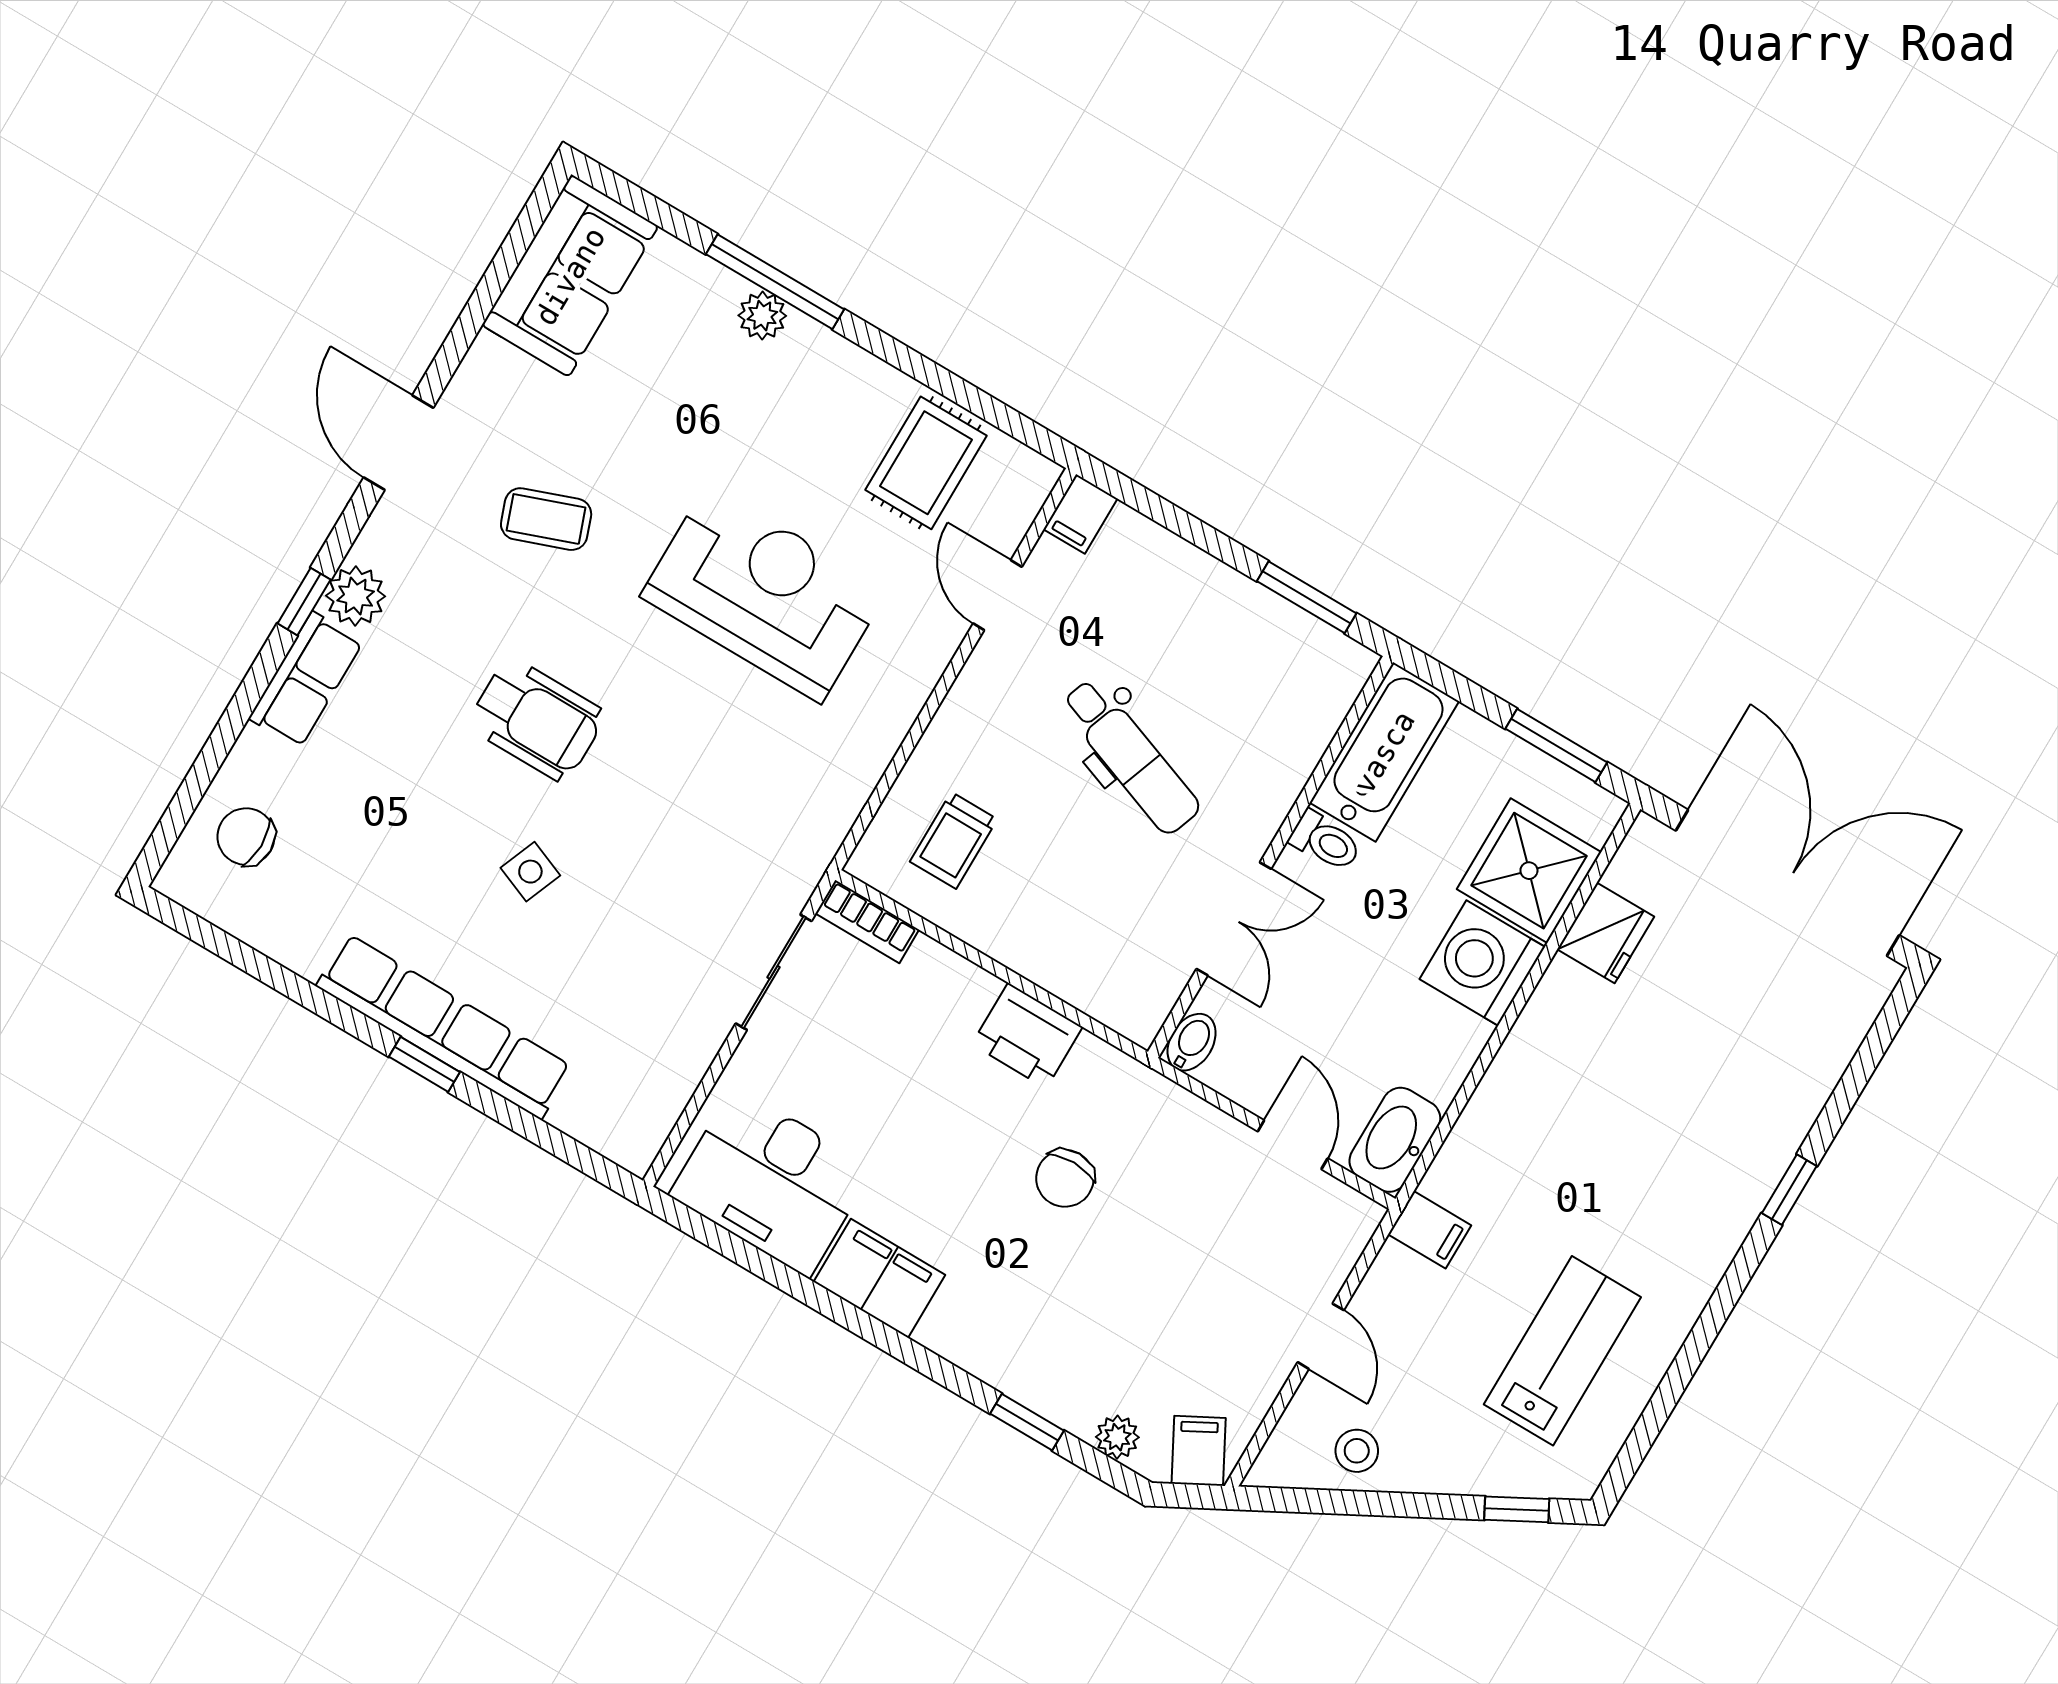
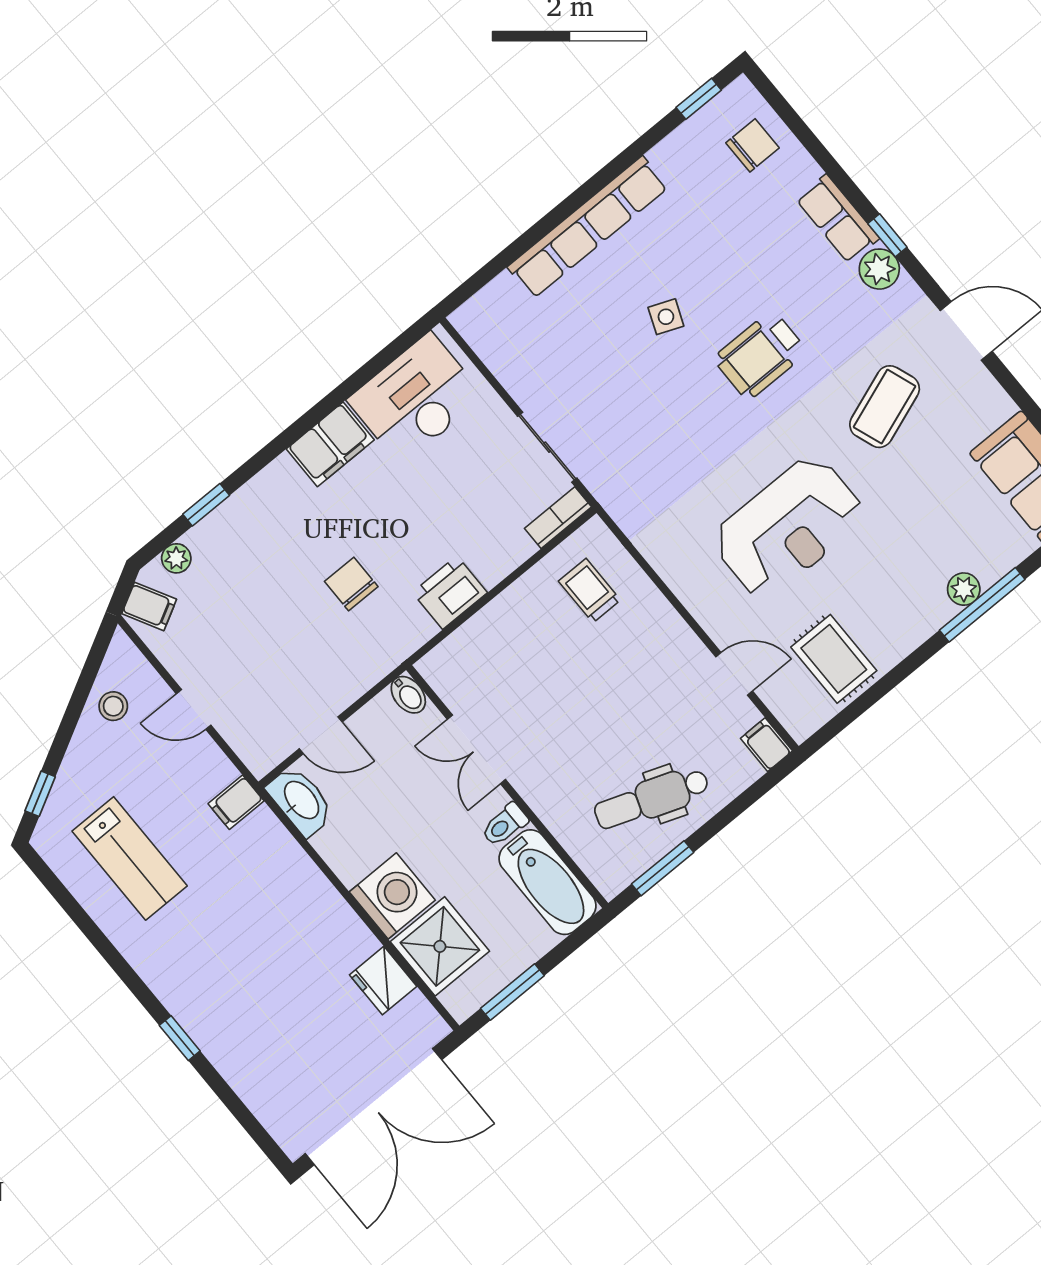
coffee table: (546, 519) -> (885, 407), width x1.36, depth x1.30
dental chair: (1131, 756) -> (652, 799), moved
window: (424, 1064) -> (699, 99), moved

